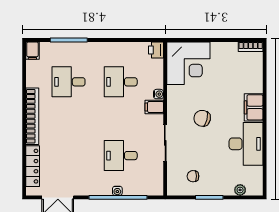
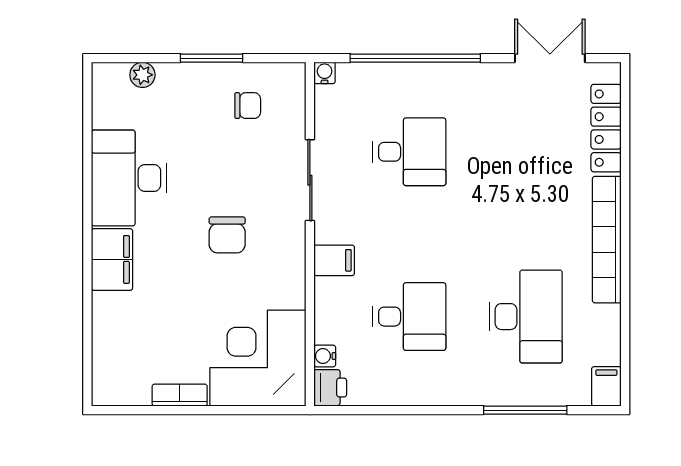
bookcase: (251, 47) -> (180, 395), moved
desk: (69, 82) -> (526, 317), width x1.37
water cooler: (159, 94) -> (325, 356), moved
chair: (202, 118) -> (227, 235), turned 77
water cooler: (117, 191) -> (325, 73), moved

